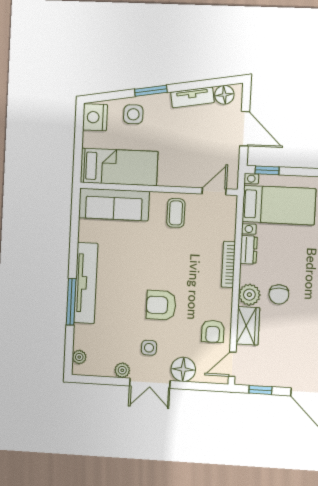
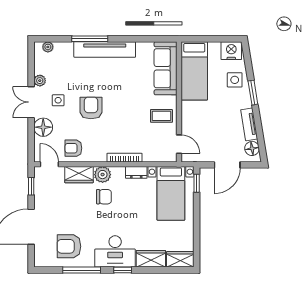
chair: (279, 294) -> (104, 197), turned 180

